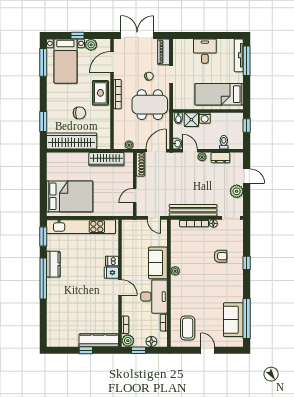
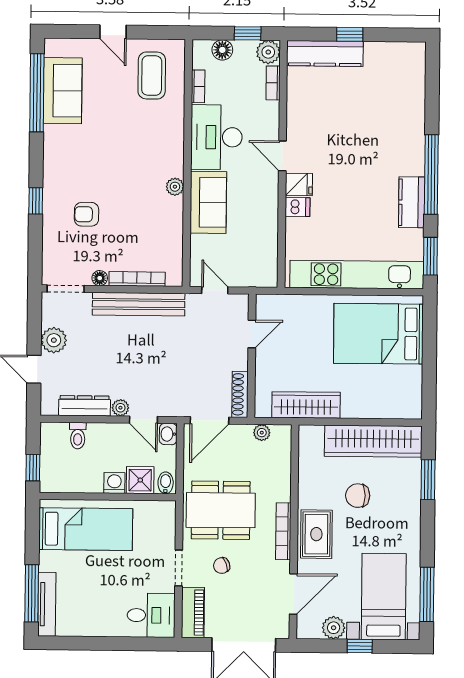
desk: (205, 51) -> (151, 615), moved, turned -90
dresser: (220, 158) -> (85, 406), width x1.44

